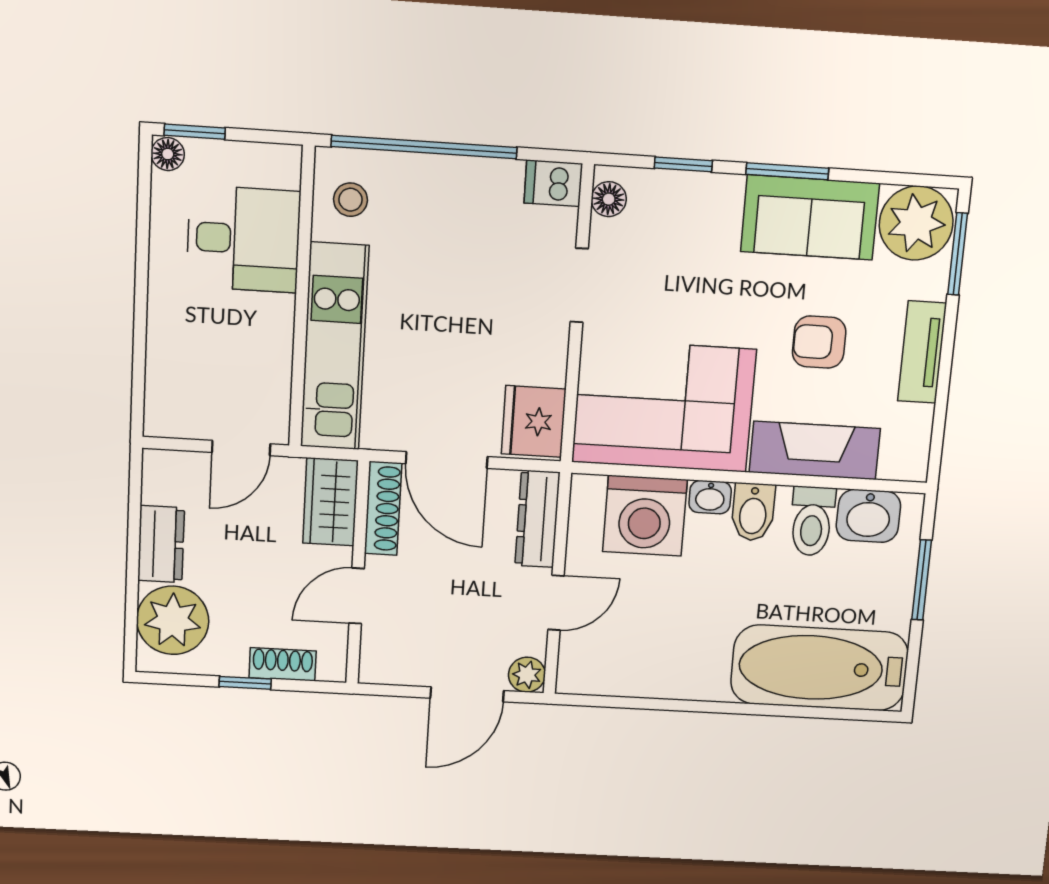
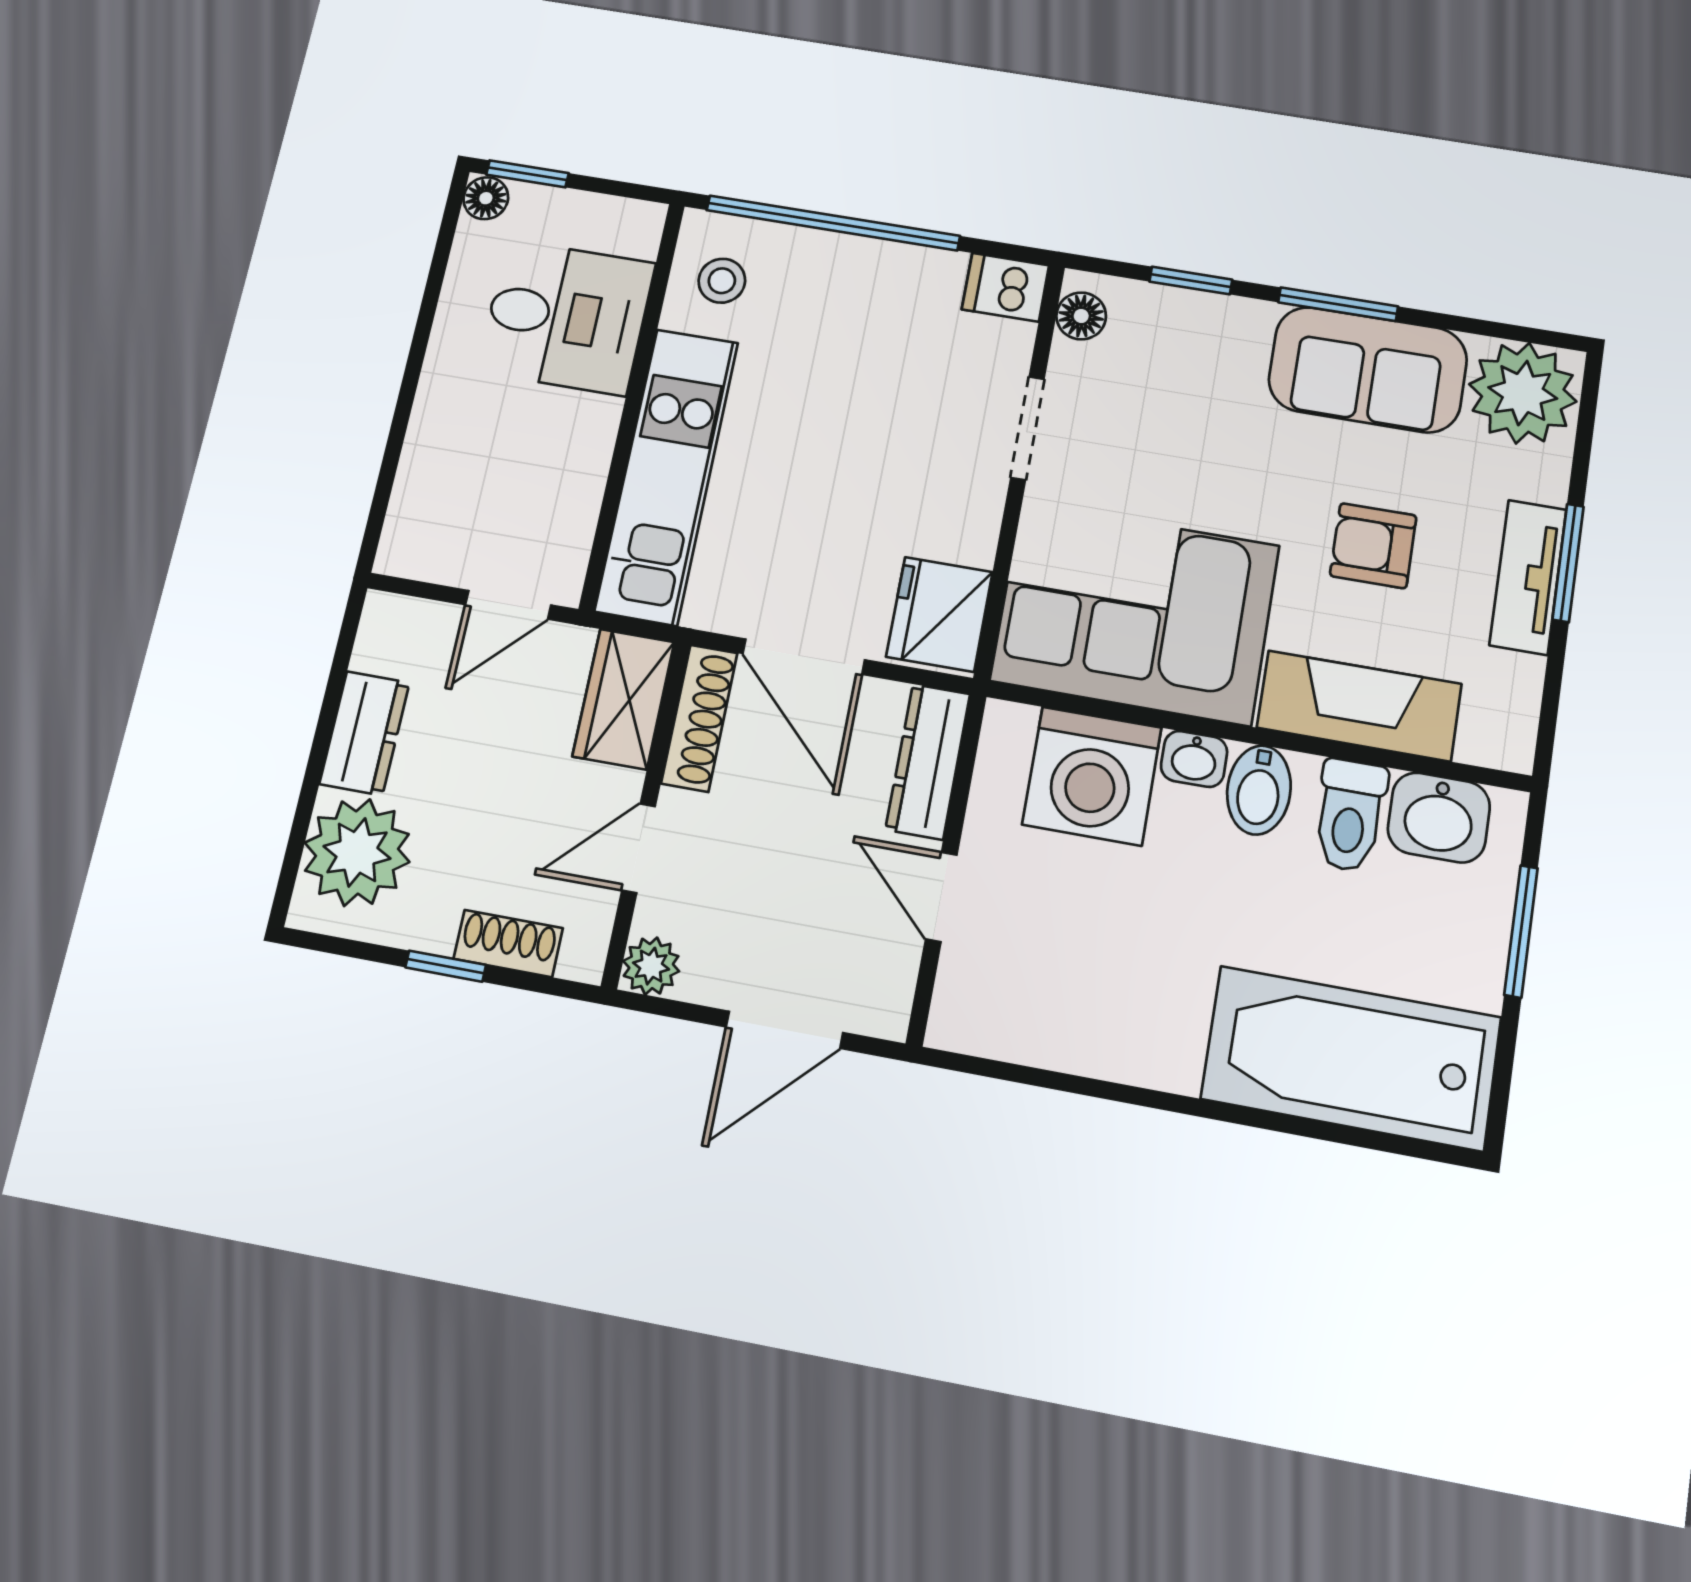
window: (958, 254) -> (1568, 563), moved
door: (556, 603) -> (941, 897), swing flipped
plant: (527, 675) -> (651, 966), moved

